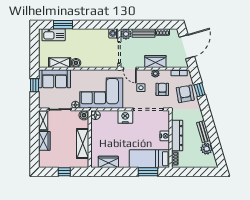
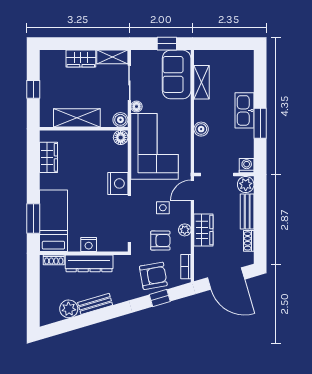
window: (63, 25) -> (260, 123), moved
kitchen sink: (54, 35) -> (245, 110), moved
boiler: (76, 63) -> (201, 129), moved

